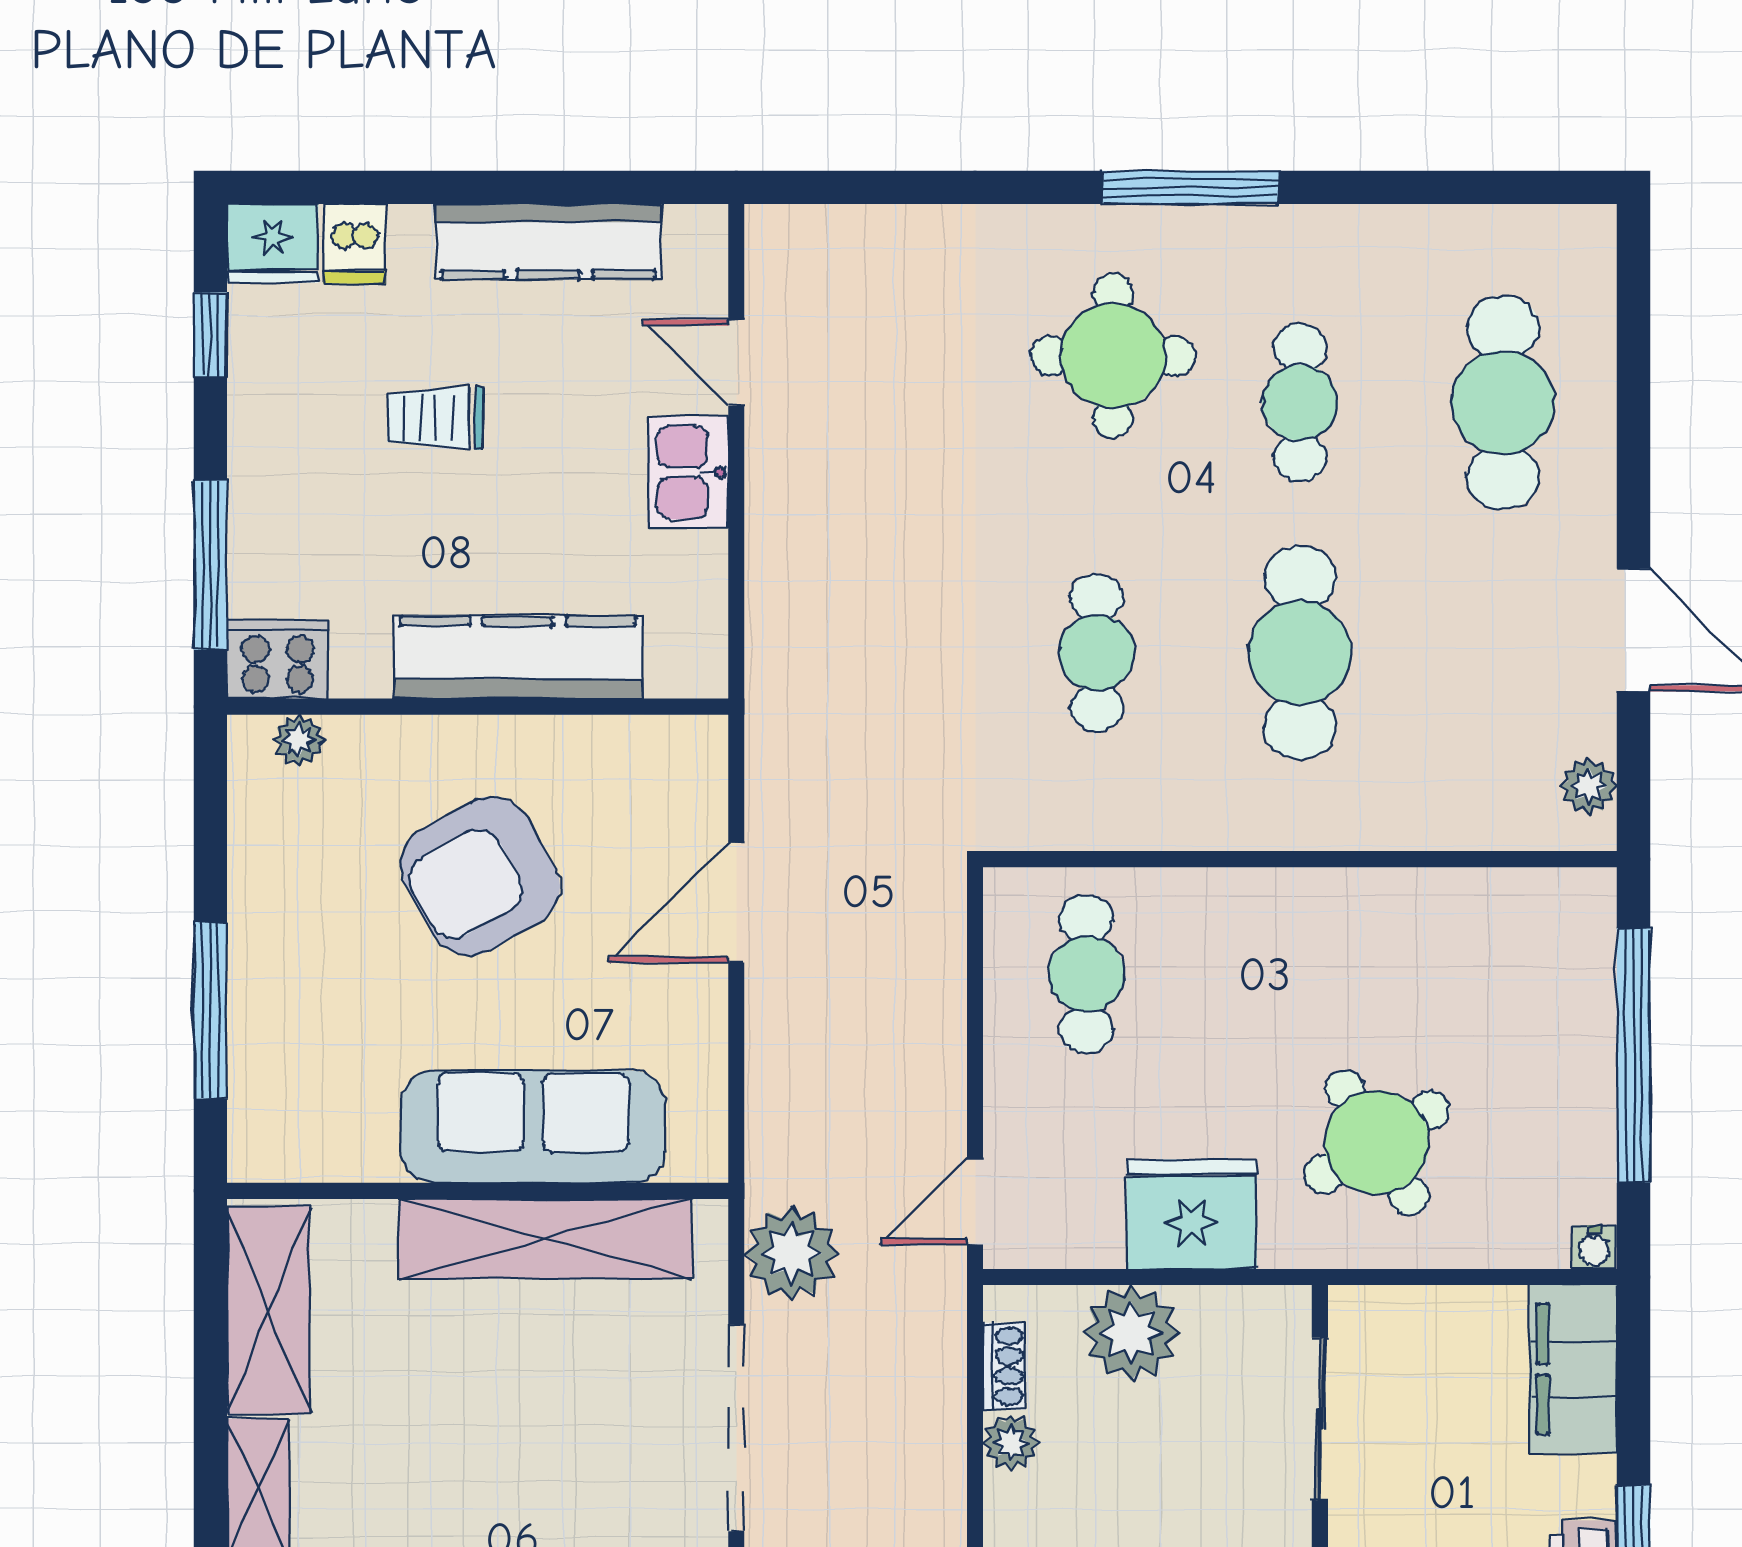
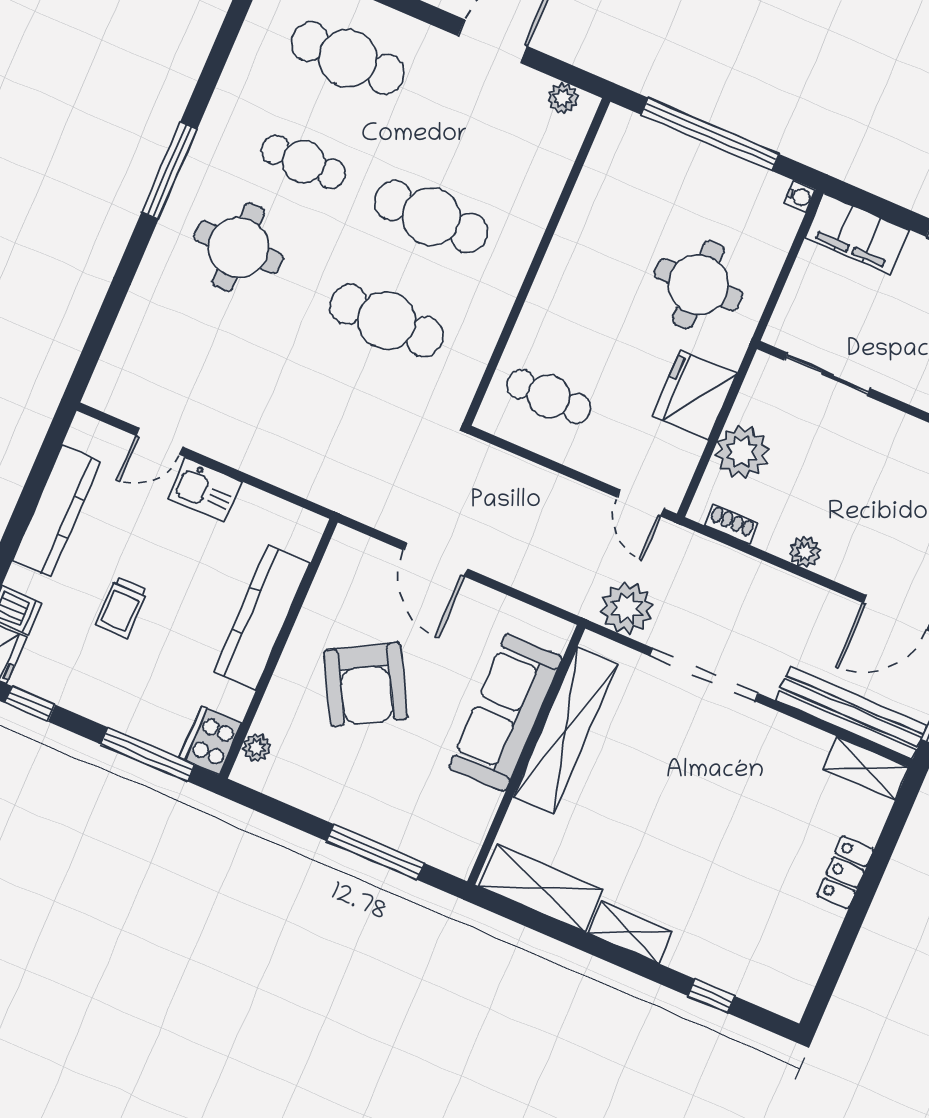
cafe table: (1097, 653) -> (387, 320), width x1.37, depth x1.35
round table: (1377, 1142) -> (698, 285), turned 31
plant: (1011, 1443) -> (805, 552), moved

